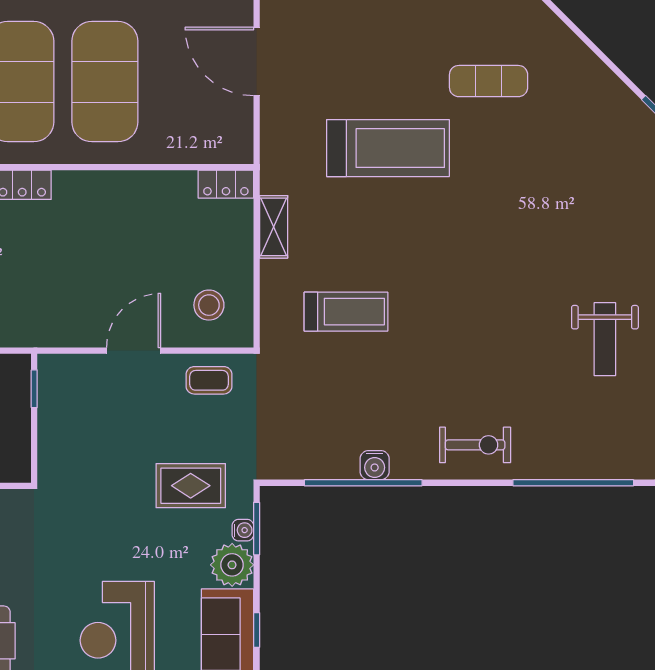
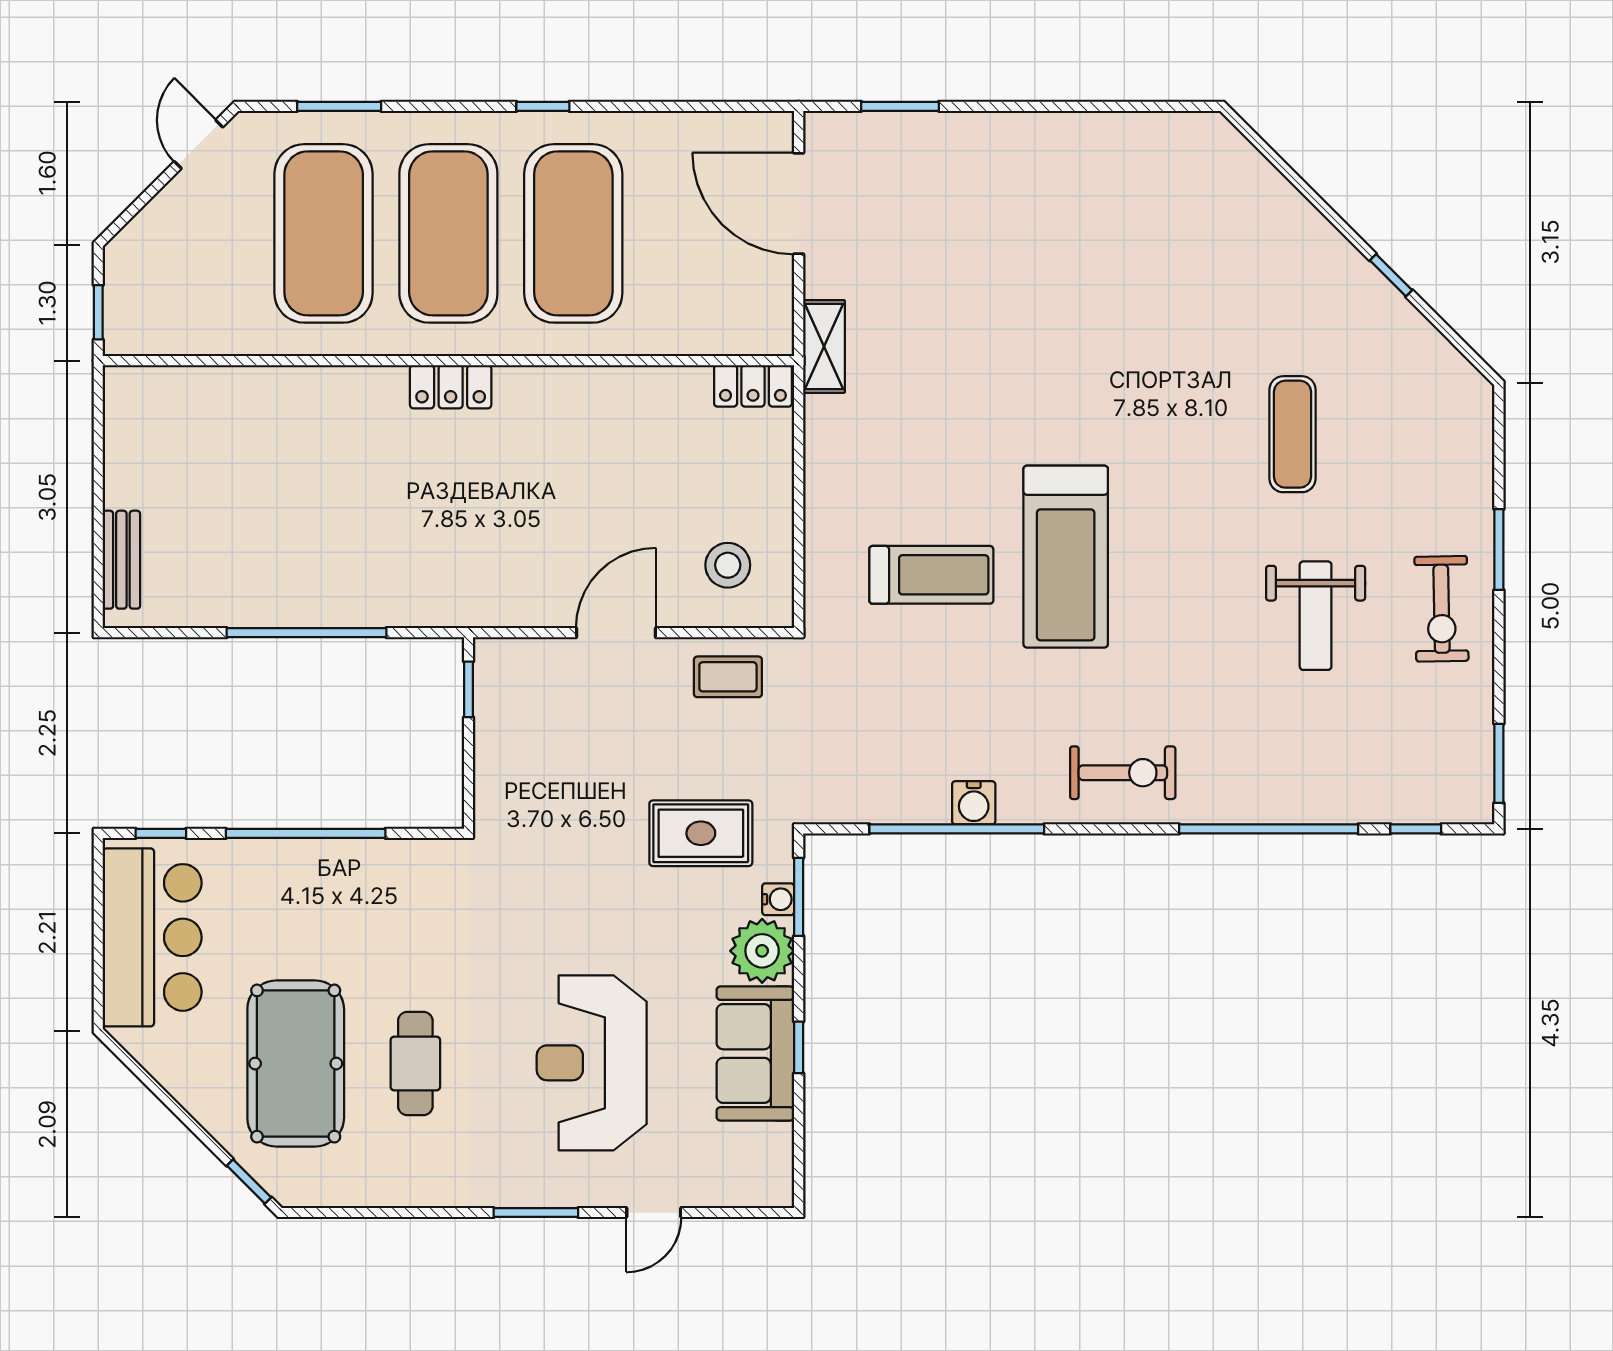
exercise mat: (489, 81) -> (1292, 434), moved, turned 90
treadmill: (388, 148) -> (1066, 557), moved, turned 90
shelving: (274, 227) -> (824, 346), moved

